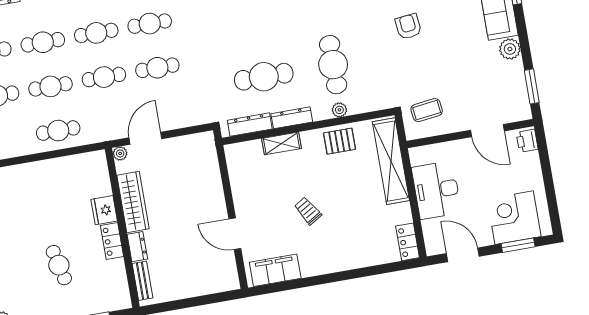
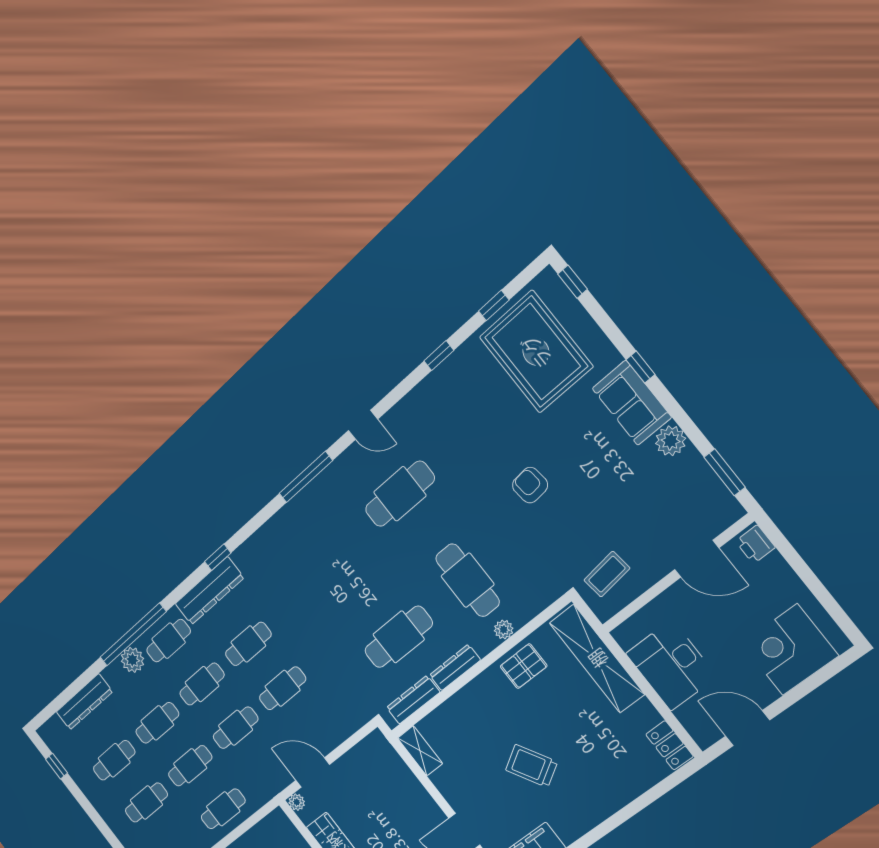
door: (145, 138) -> (313, 772), hinge flipped
shelving: (282, 143) -> (420, 751), moved, turned 90
trolley: (308, 211) -> (531, 766), width x1.36, depth x1.39
window: (518, 245) -> (814, 682), removed

